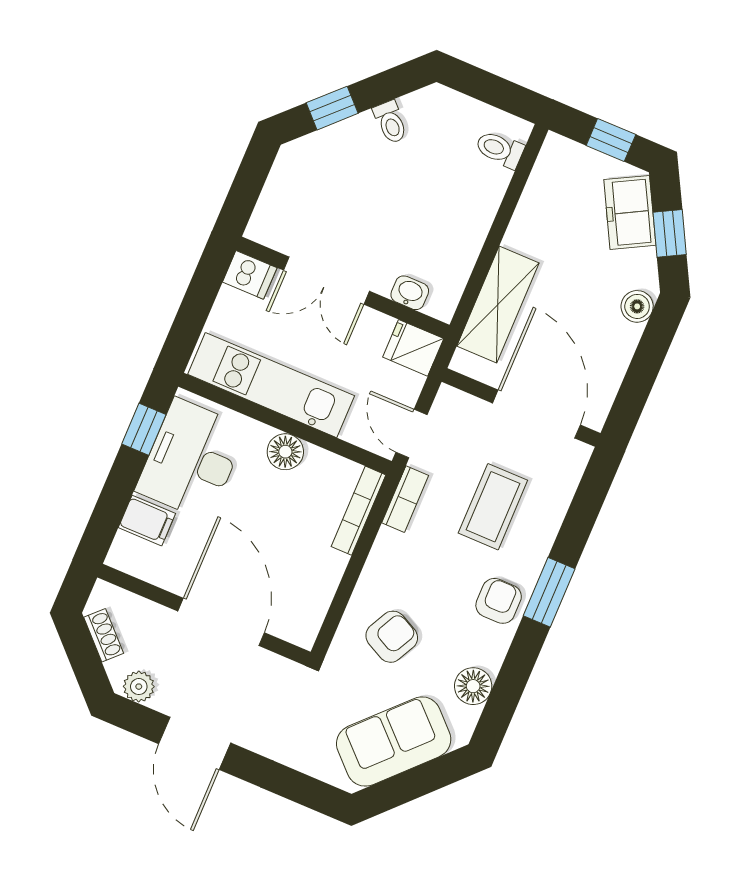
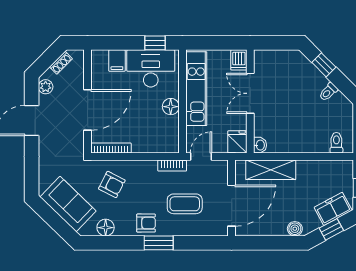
washbasin: (410, 293) -> (260, 145), moved
bookcase: (359, 511) -> (111, 148), moved

